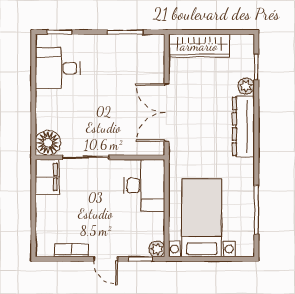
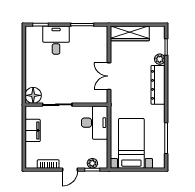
desk: (58, 68) -> (56, 40), moved, turned 90
double door: (167, 113) -> (109, 76), width x0.73
filing cabinet: (47, 177) -> (33, 130), moved
plant: (157, 249) -> (92, 163), moved
door: (106, 259) -> (70, 170), hinge flipped

